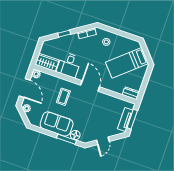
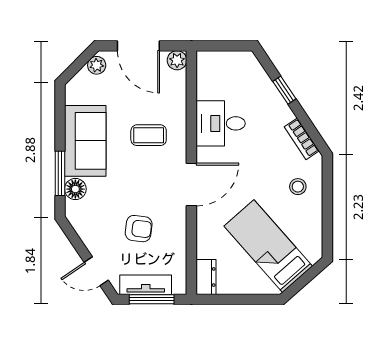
wardrobe: (47, 62) -> (210, 75), removed
door: (25, 88) -> (138, 46), hinge flipped
armchair: (101, 114) -> (139, 229), added
door: (103, 141) -> (96, 271), moved

